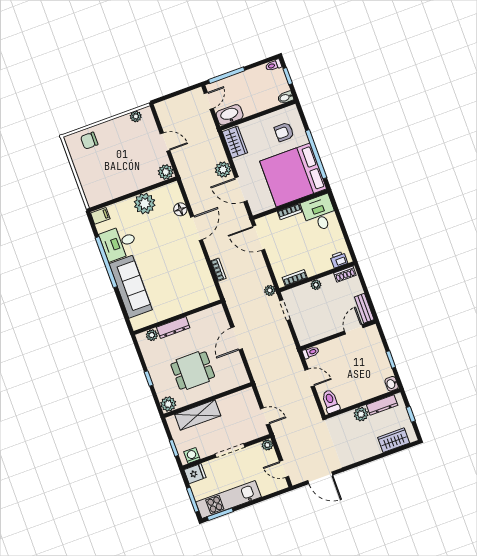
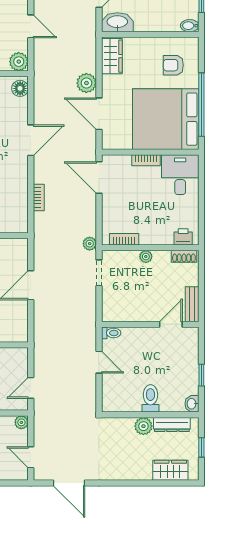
floor lamp: (180, 209) -> (20, 88), moved
toilet: (331, 401) -> (150, 398), moved
door: (265, 416) -> (31, 388), swing flipped

